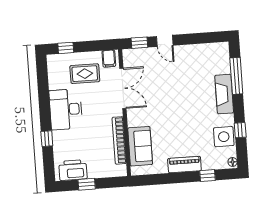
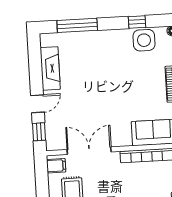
fireplace: (224, 94) -> (50, 68), moved, turned -90

